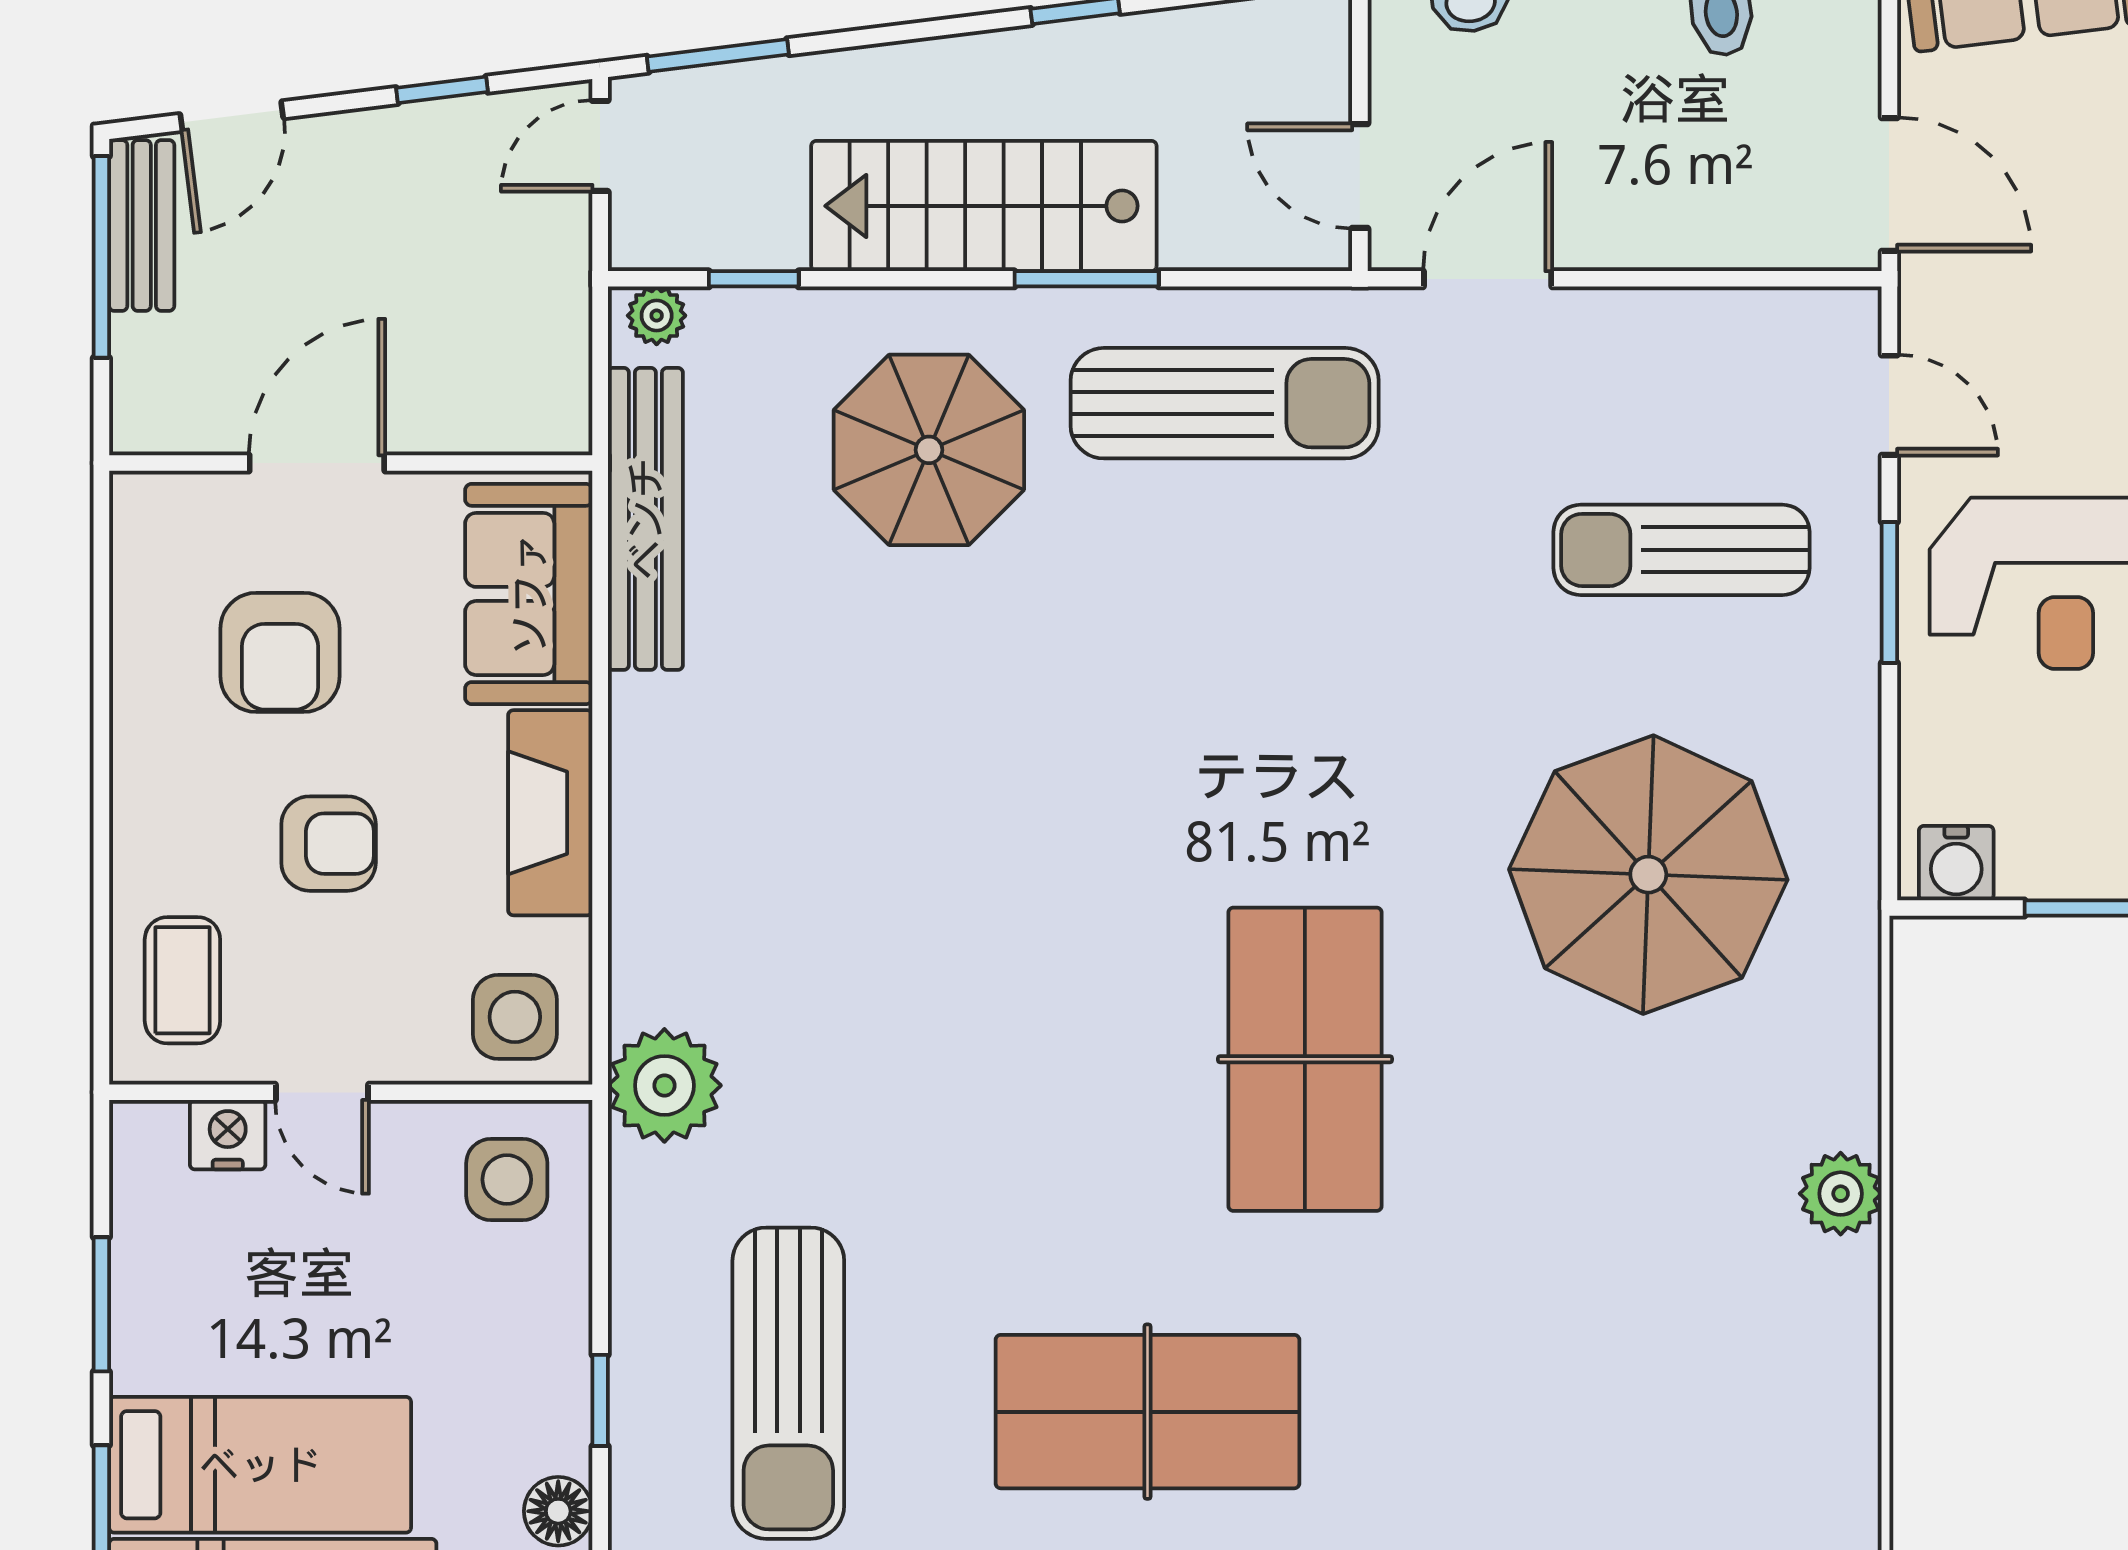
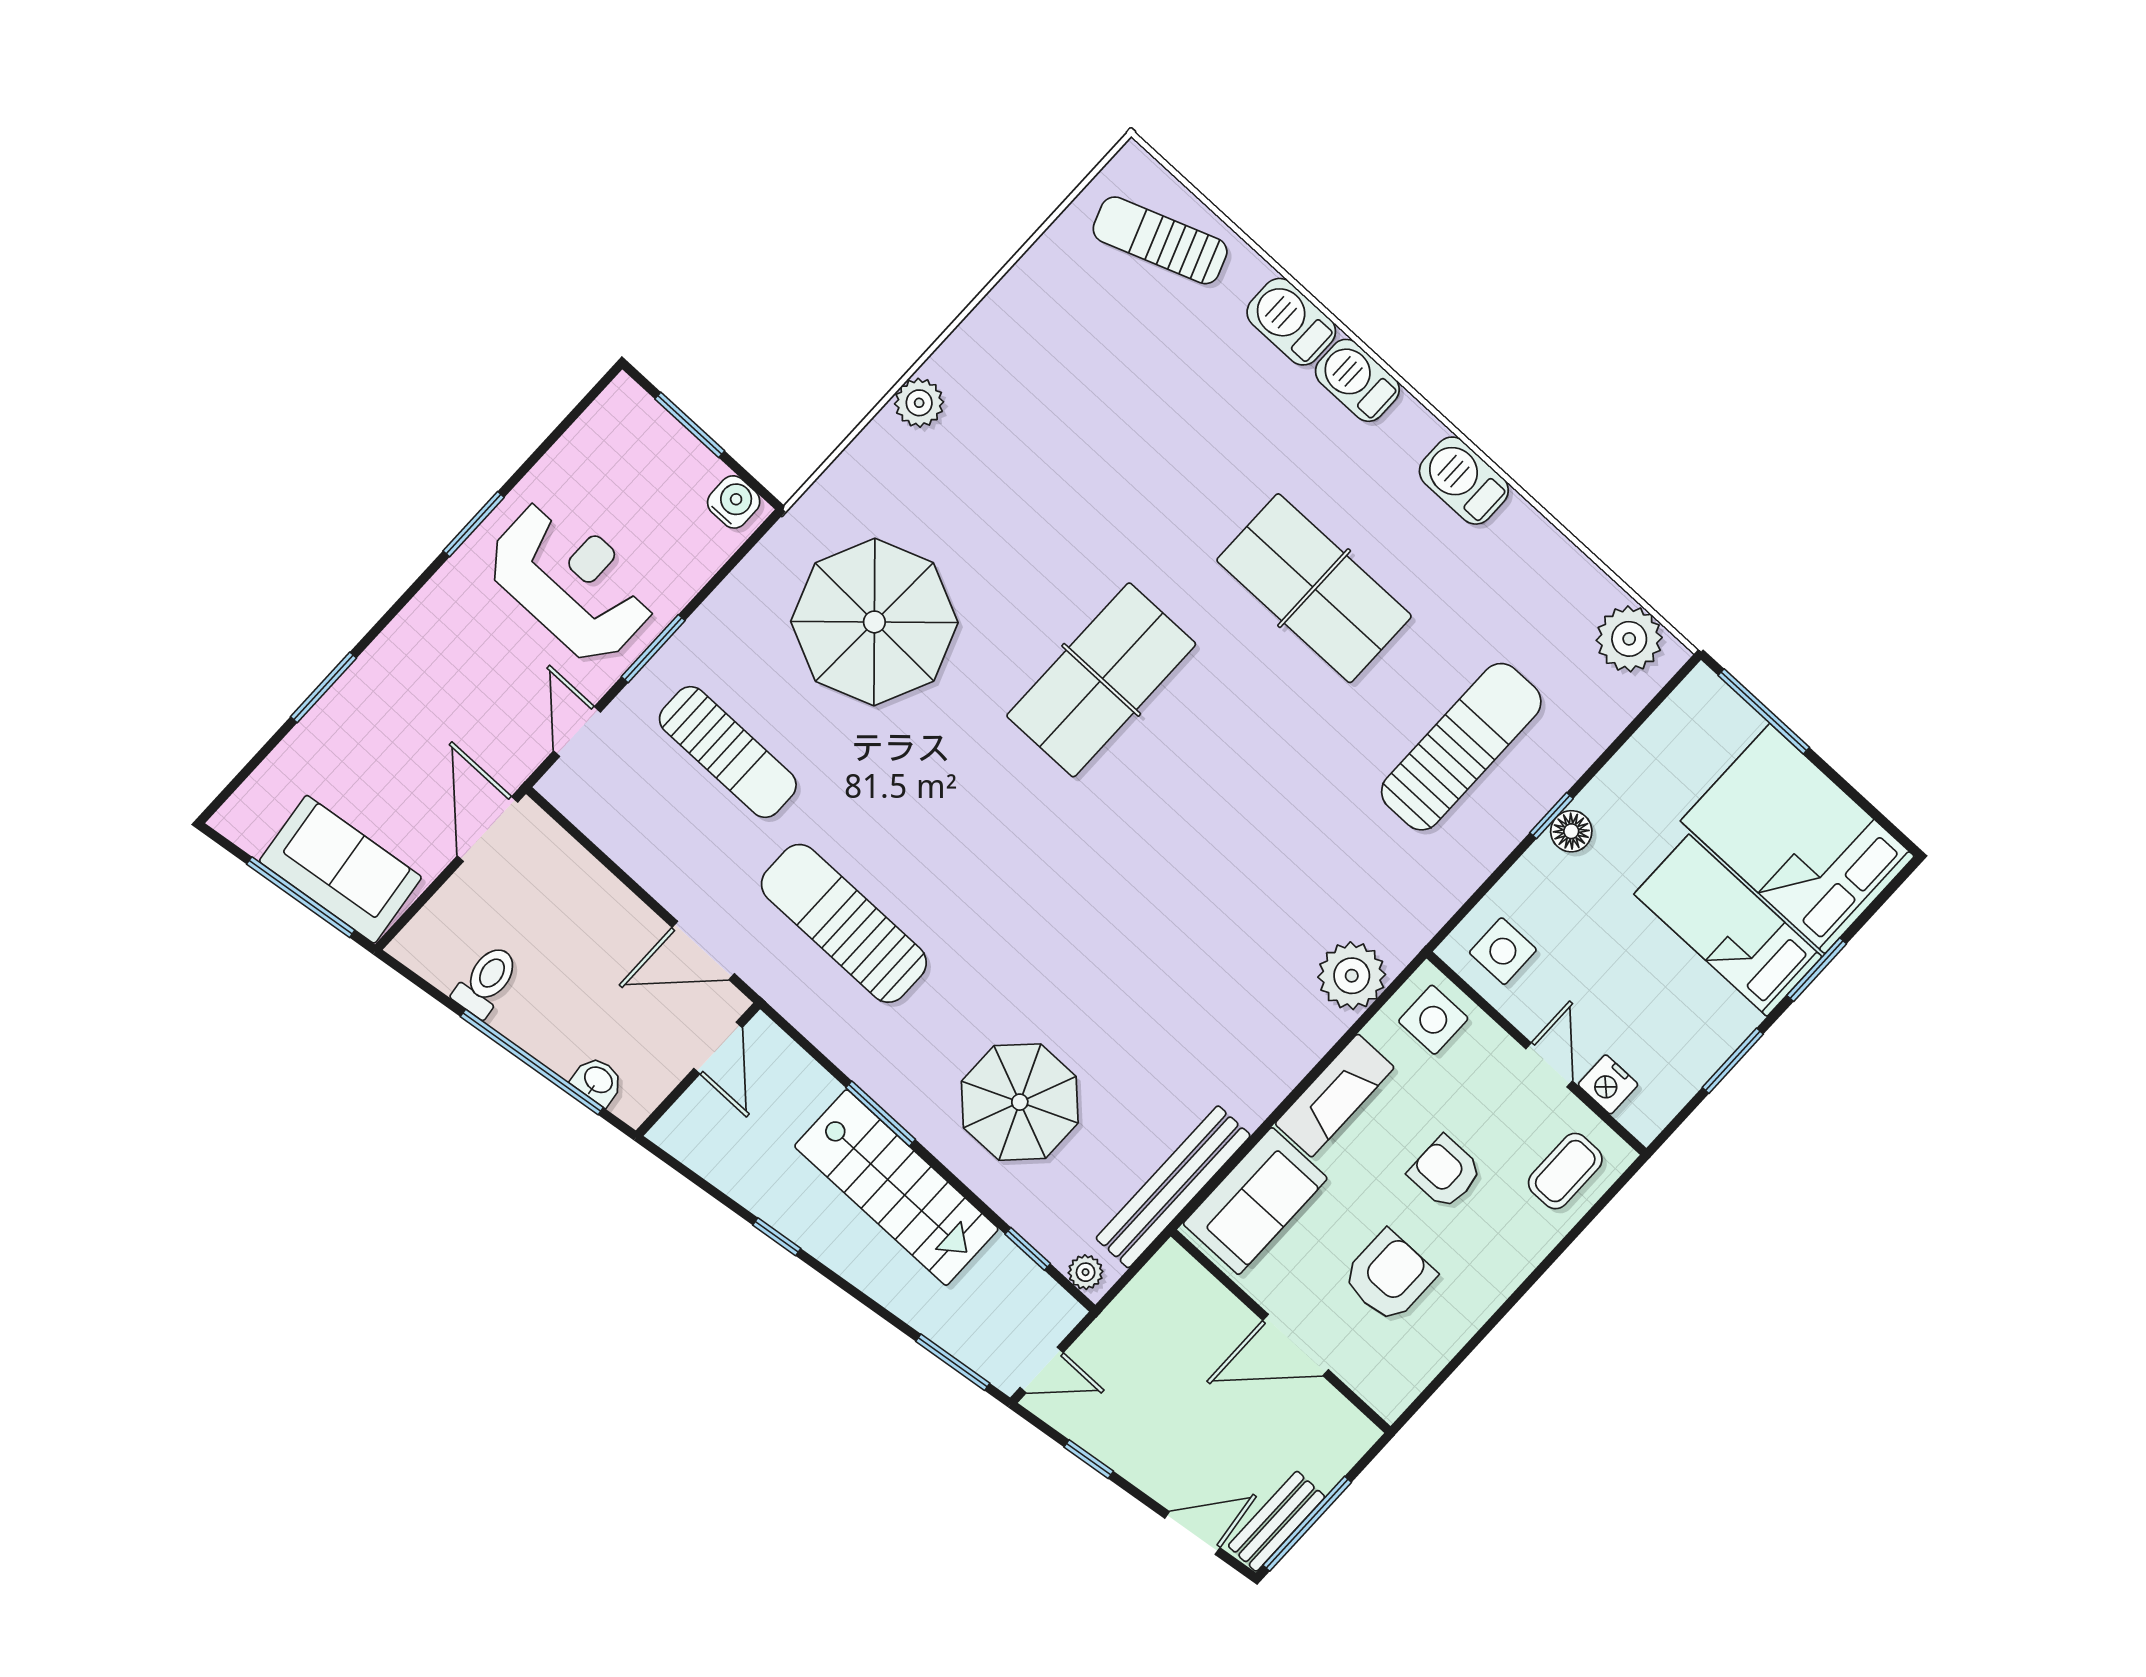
sun lounger: (1225, 403) -> (844, 923), moved
plant: (664, 1085) -> (1352, 976), moved
floor lamp: (558, 1511) -> (1571, 831), moved

